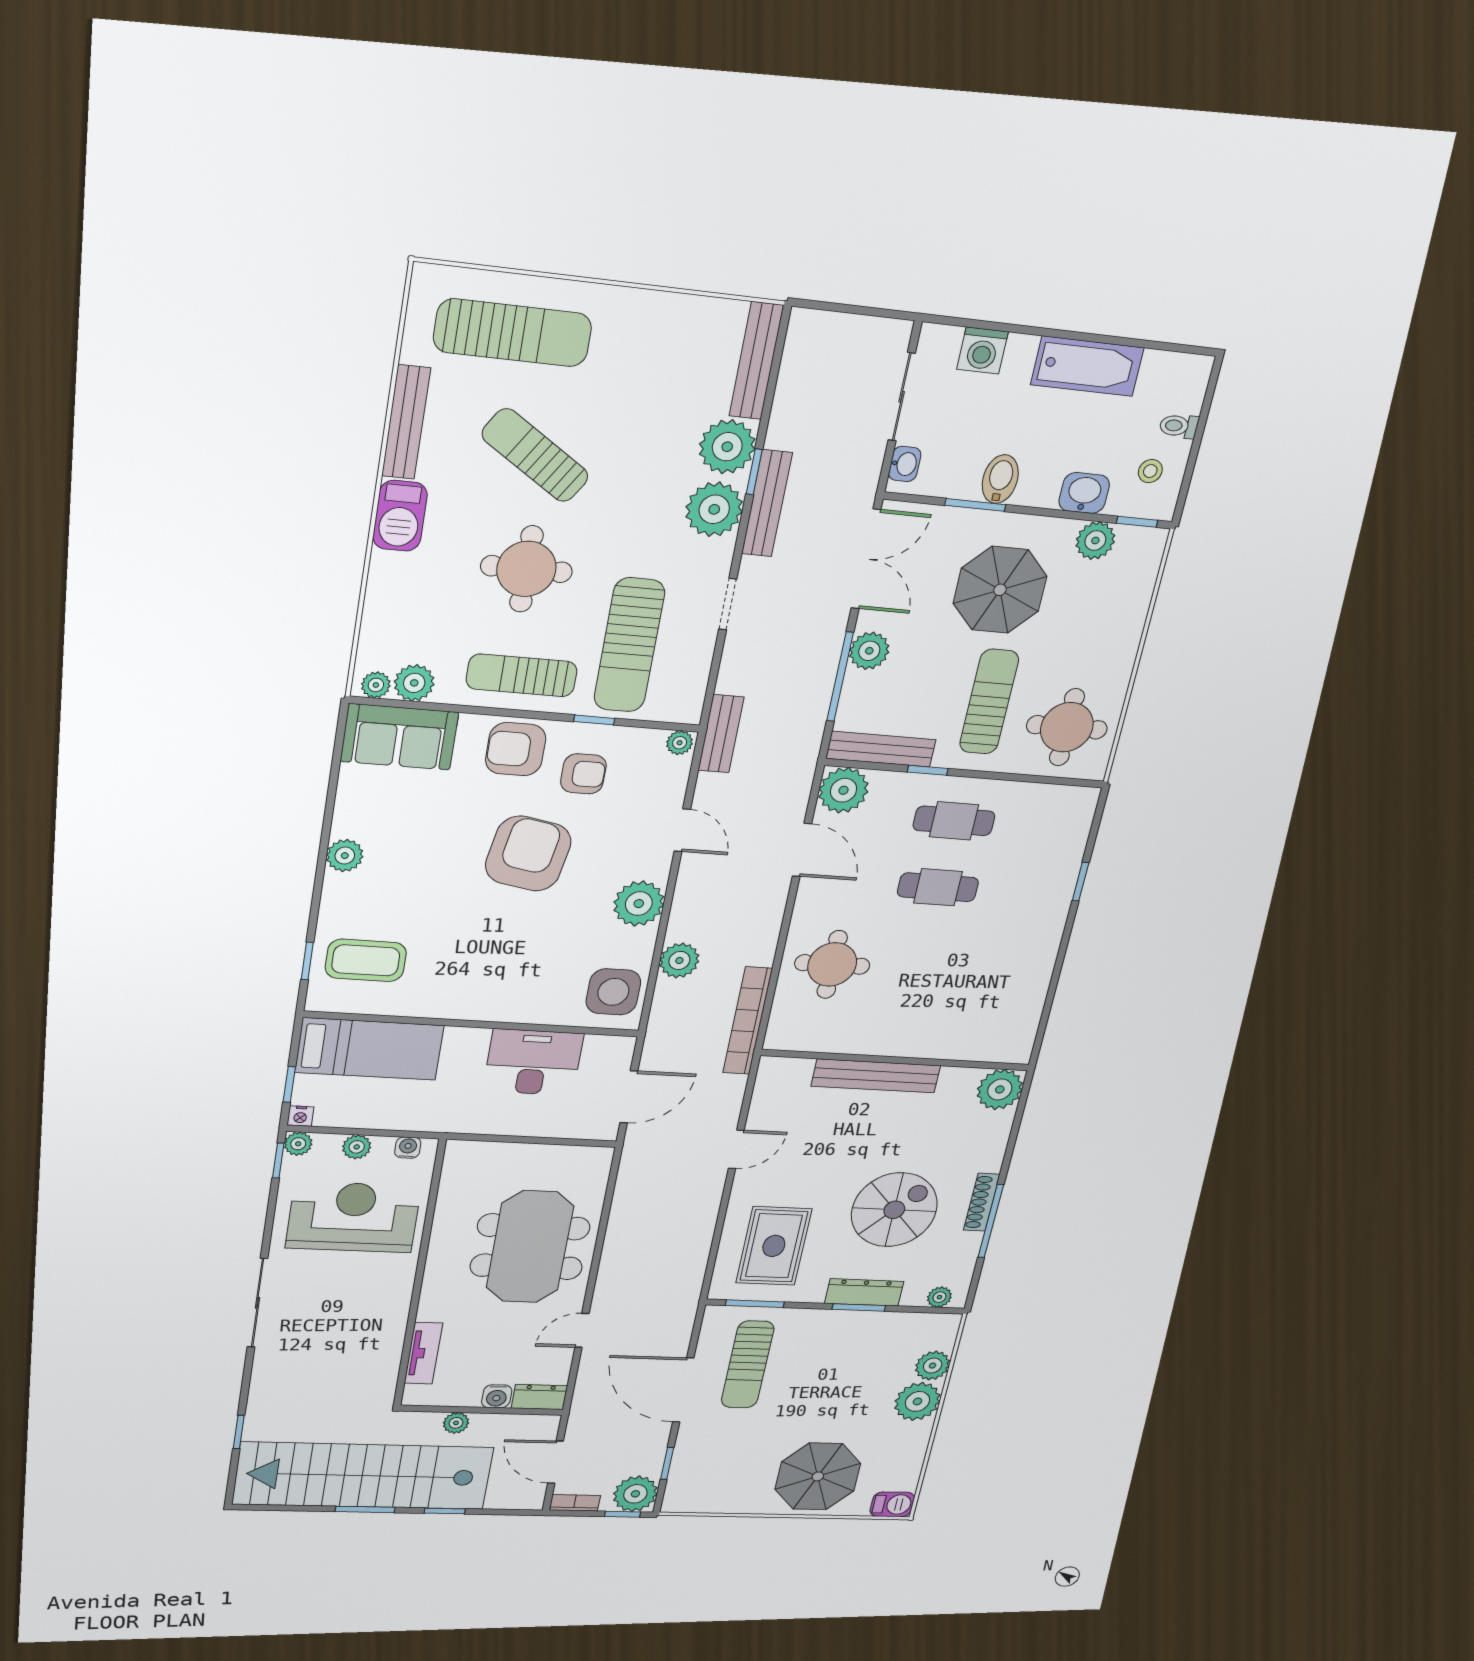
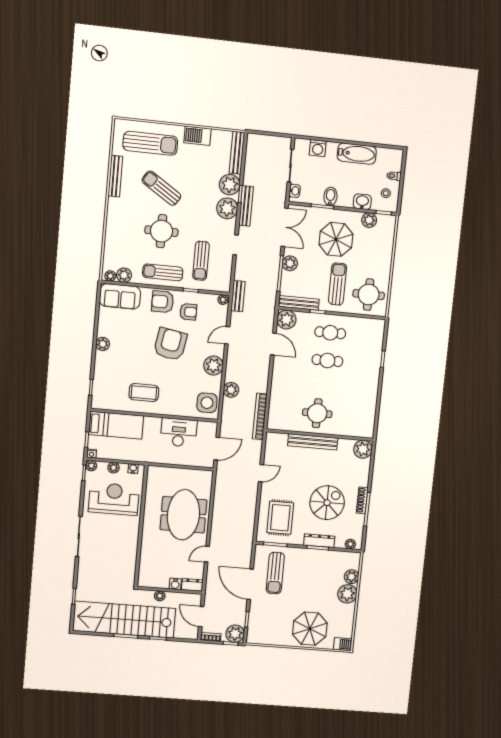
barbecue: (400, 516) -> (198, 136), moved, turned 90
sun lounger: (629, 645) -> (201, 261), width x0.73, depth x0.75
door: (682, 830) -> (227, 335), swing flipped
coffee table: (366, 960) -> (144, 393), moved
round table: (832, 964) -> (317, 413), moved
tv unit: (423, 1353) -> (145, 562), removed

